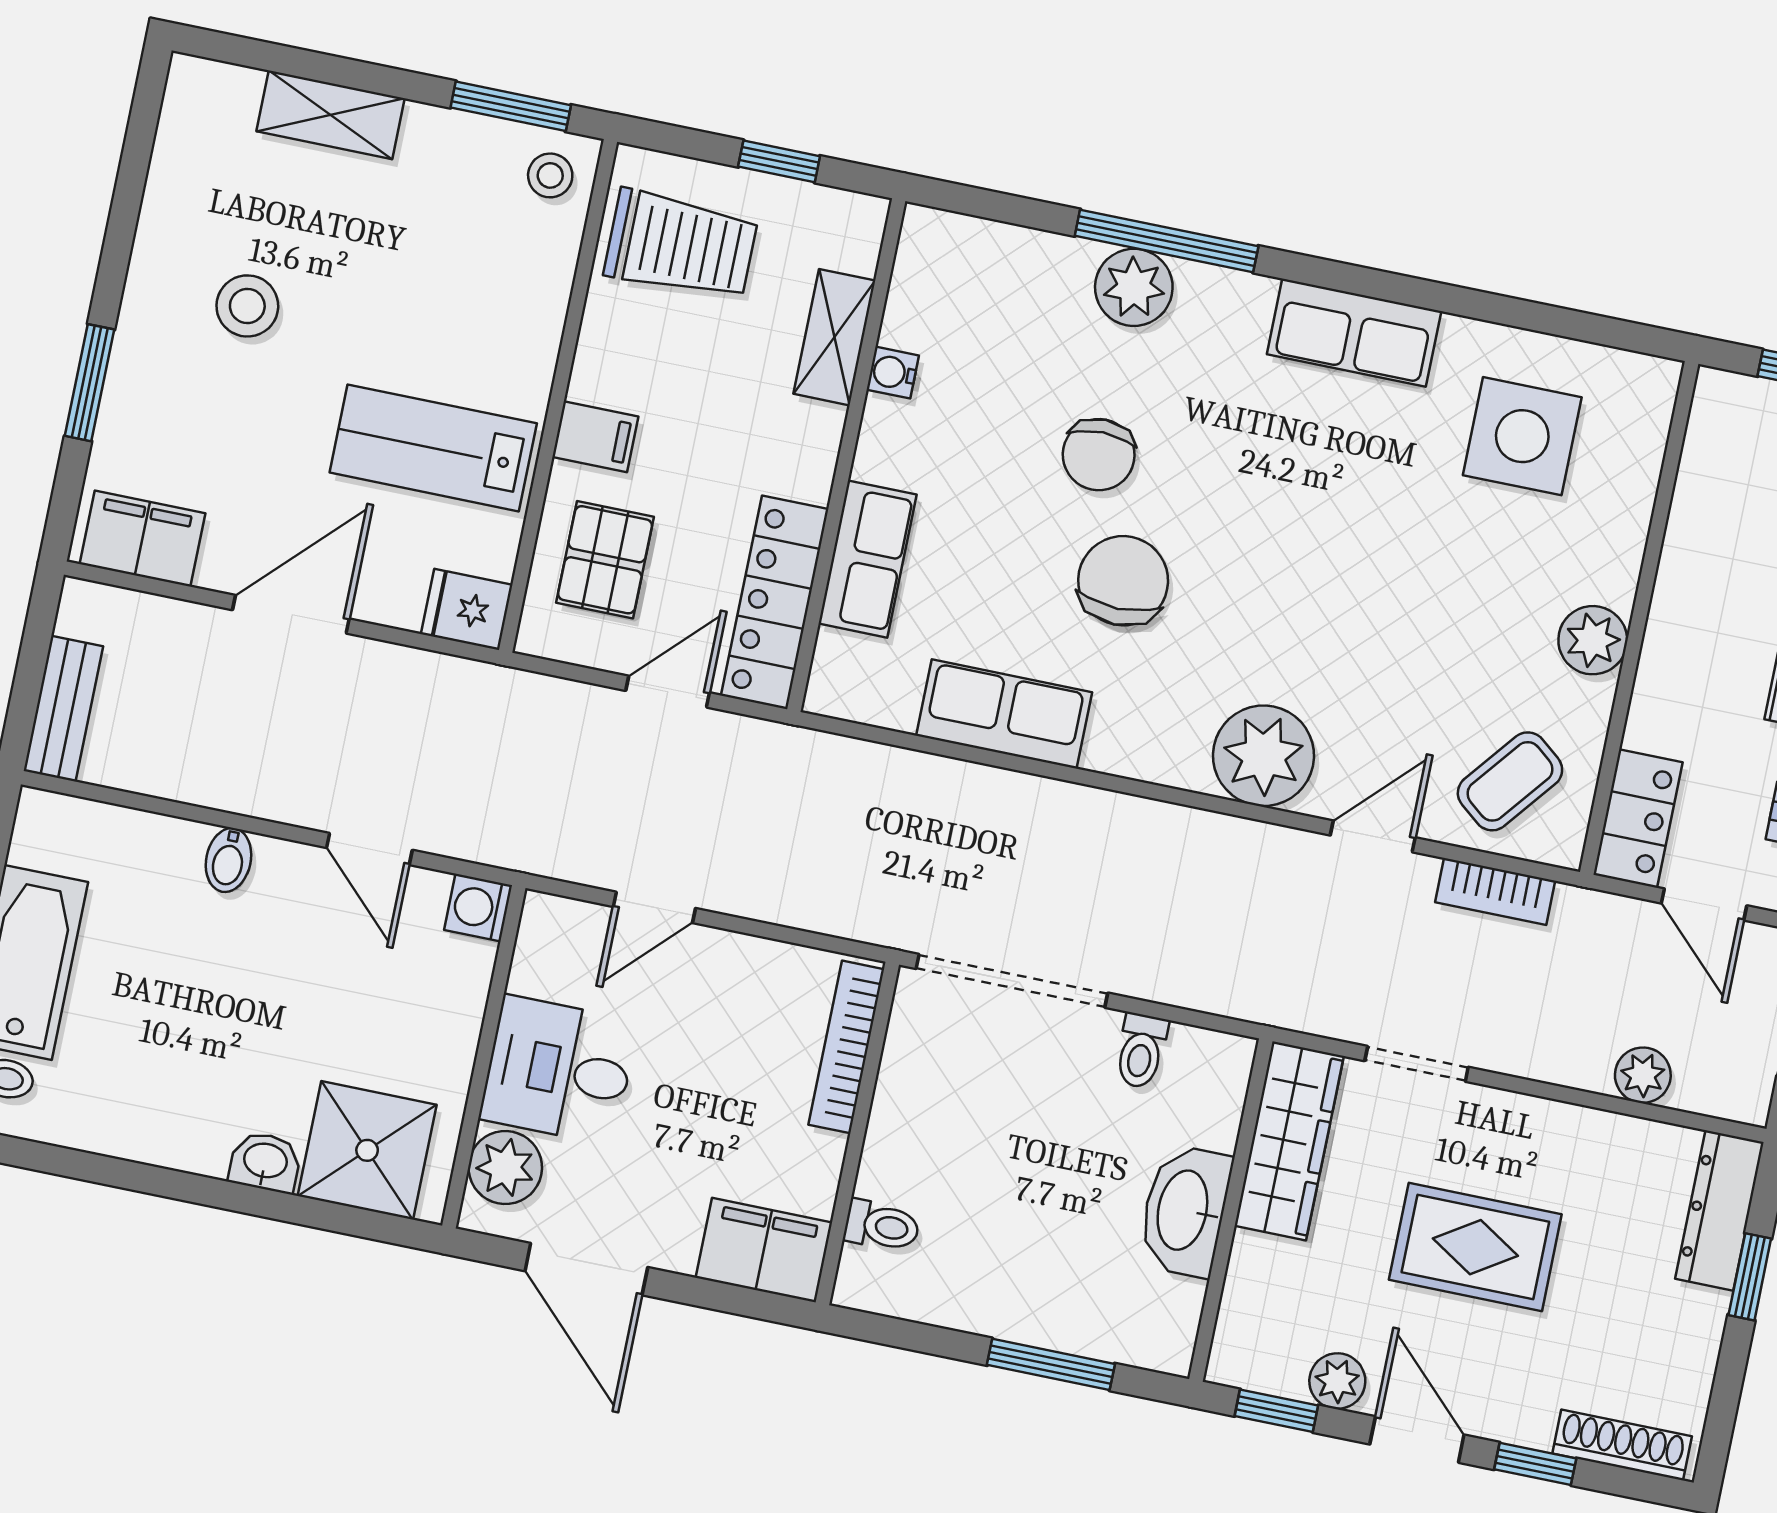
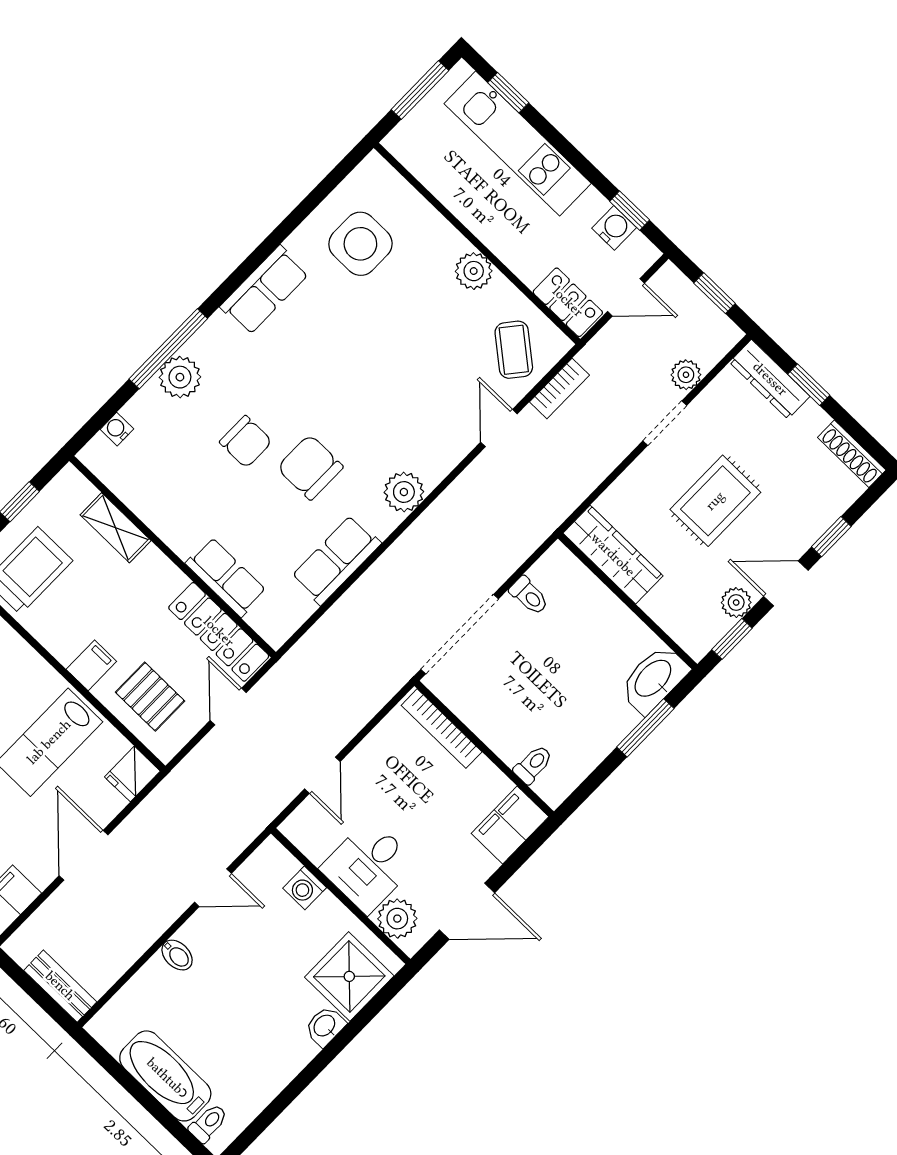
water cooler: (893, 373) -> (117, 429), moved, turned 90
plant: (1264, 756) -> (404, 492), moved, width x0.73, depth x0.73
washing machine: (478, 908) -> (305, 888), moved
doorway: (1417, 1064) -> (665, 423), moved
washbasin: (1185, 1211) -> (654, 679), moved, turned 90
shoe rack: (1622, 1445) -> (852, 454), moved, turned -90

